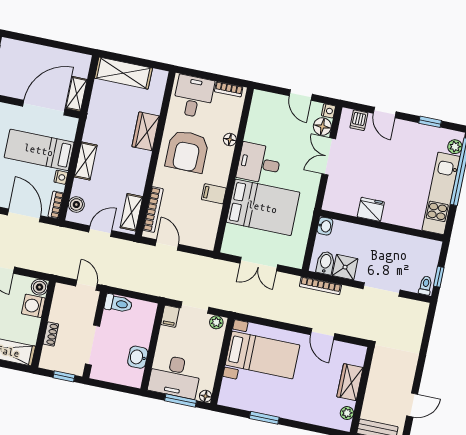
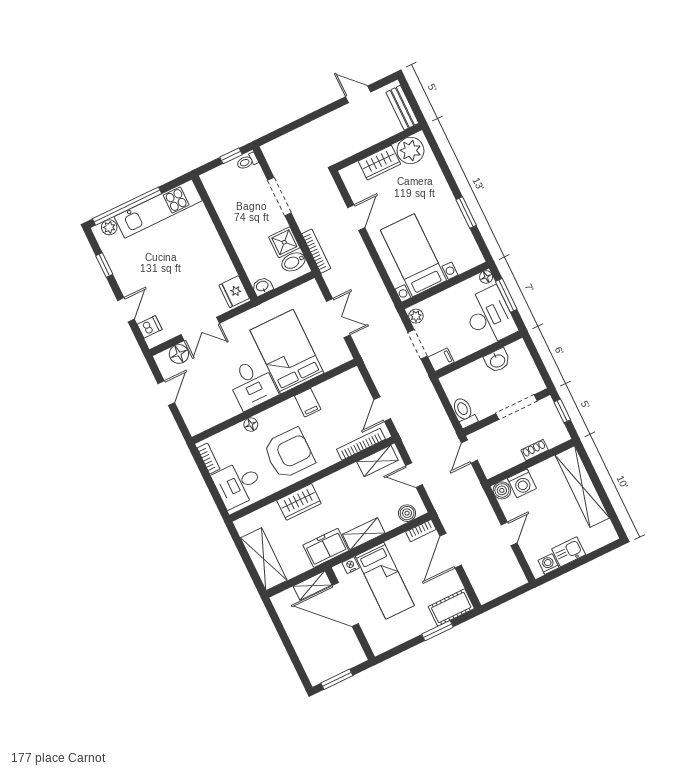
nightstand: (328, 111) -> (162, 359), removed
freezer: (97, 125) -> (326, 548), added
nightstand: (61, 177) -> (351, 565), moved
fridge: (371, 209) -> (234, 292), moved
plant: (347, 413) -> (410, 150), width x1.88, depth x1.88

